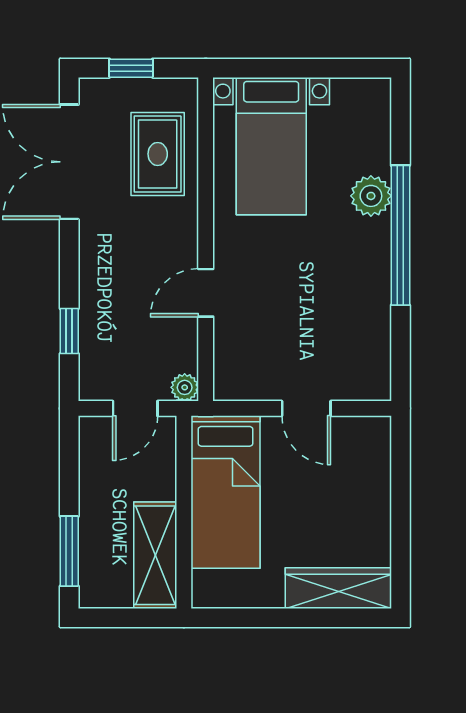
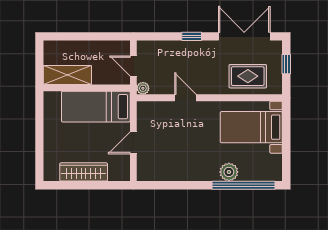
window: (400, 235) -> (244, 185), moved
window: (69, 331) -> (192, 36), moved
window: (69, 551) -> (69, 36), removed
wardrobe: (338, 588) -> (84, 172), moved, turned -90

